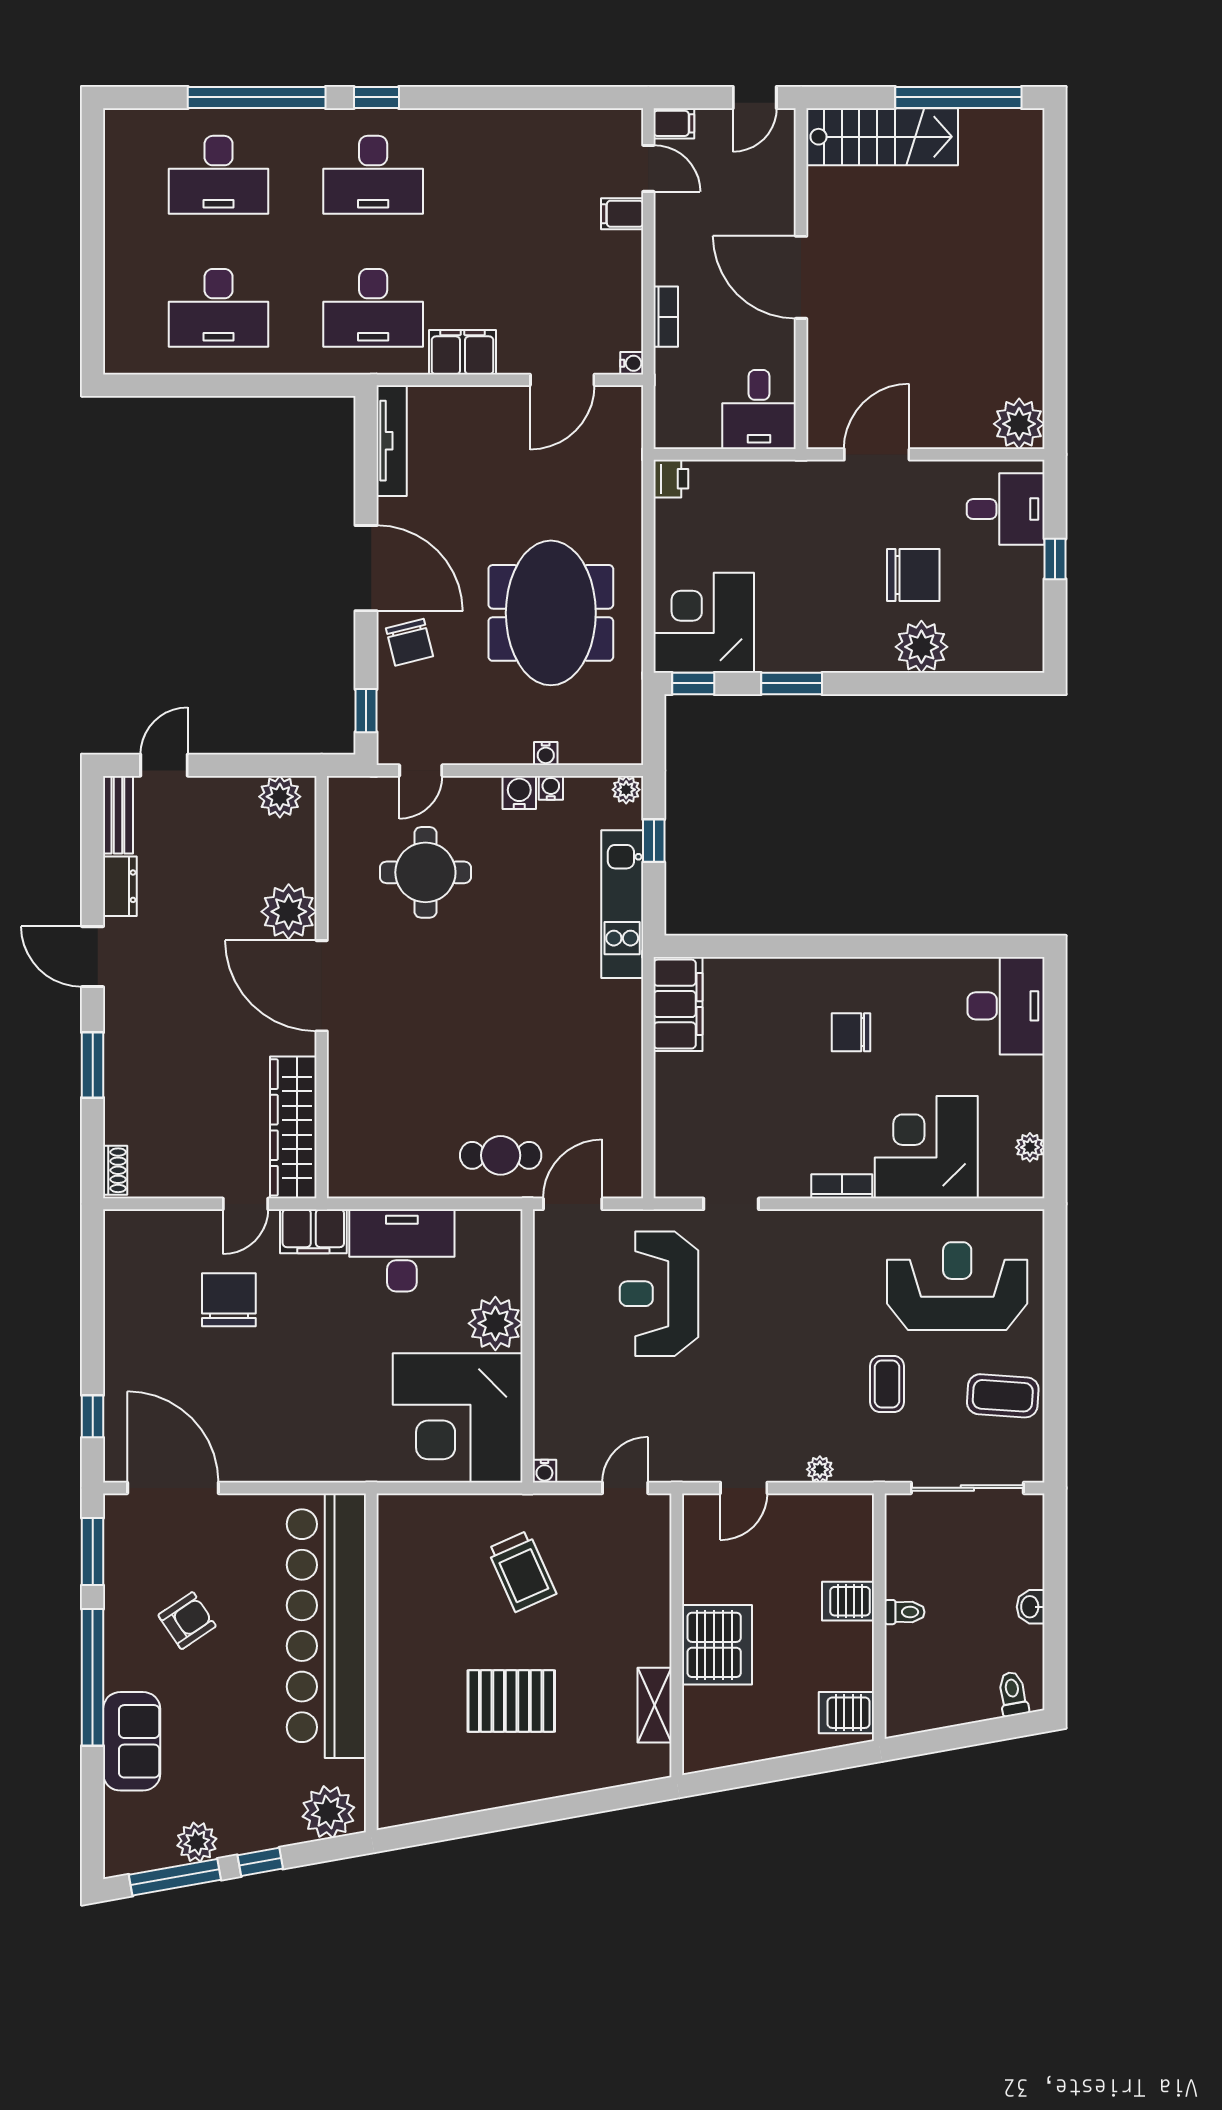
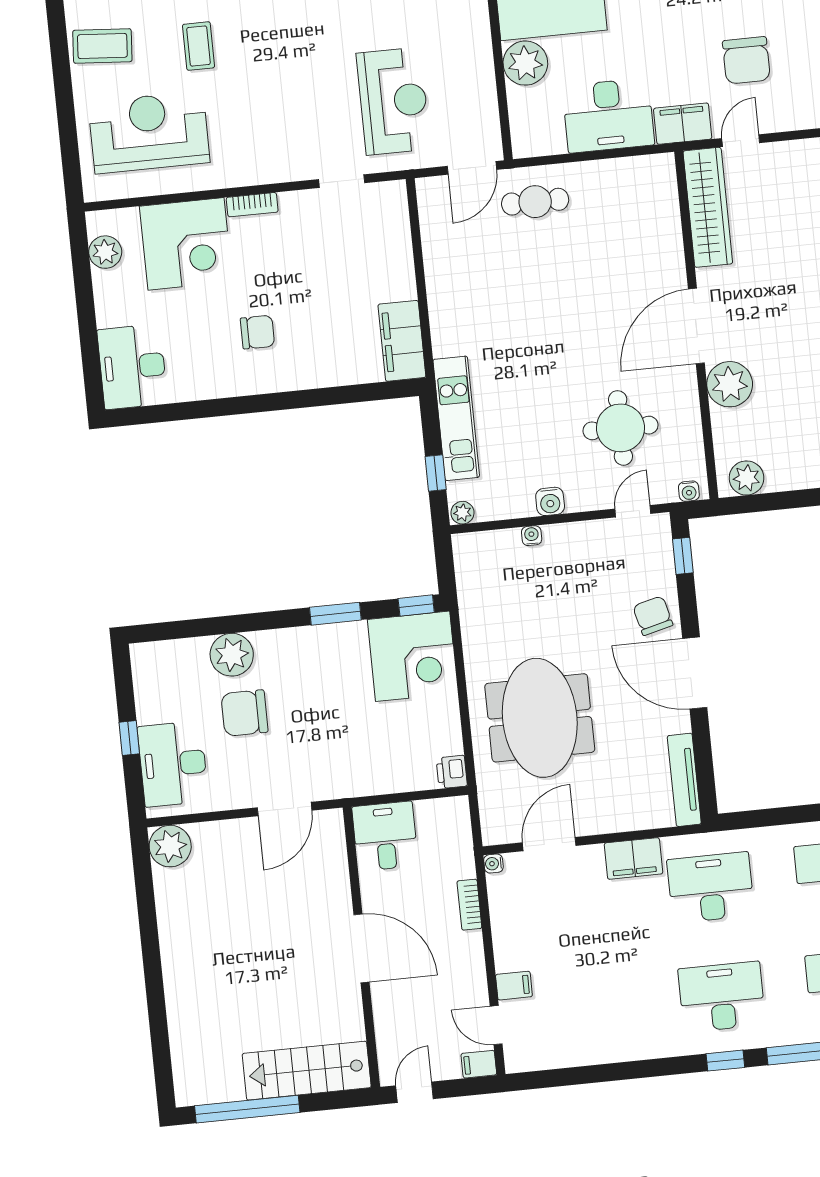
desk: (1006, 509) -> (173, 764), width x1.37
meeting table: (551, 613) -> (540, 718), moved
water cooler: (551, 788) -> (689, 491), moved
door: (322, 986) -> (696, 326), swing flipped
plant: (1030, 1147) -> (105, 252), width x1.38, depth x1.38
reception desk: (957, 1286) -> (149, 132), turned 180

